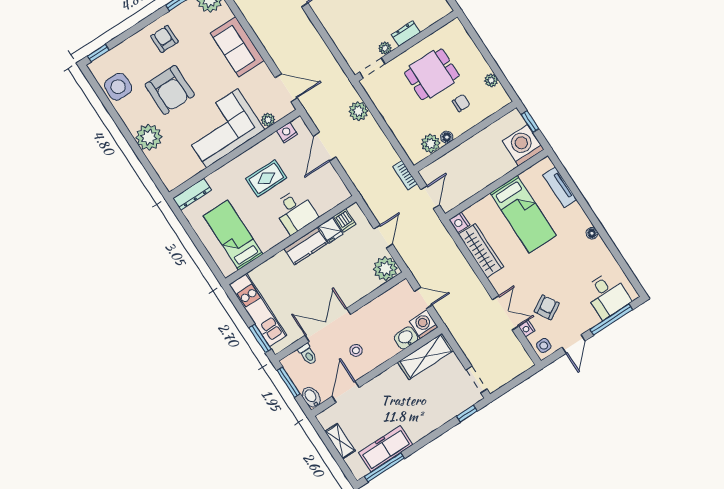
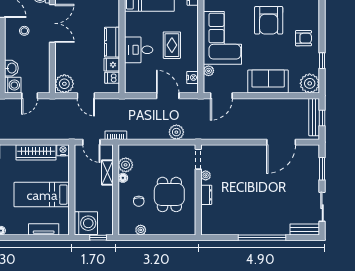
armchair: (170, 90) -> (269, 20), turned -90
shelving: (452, 158) -> (107, 172), added

